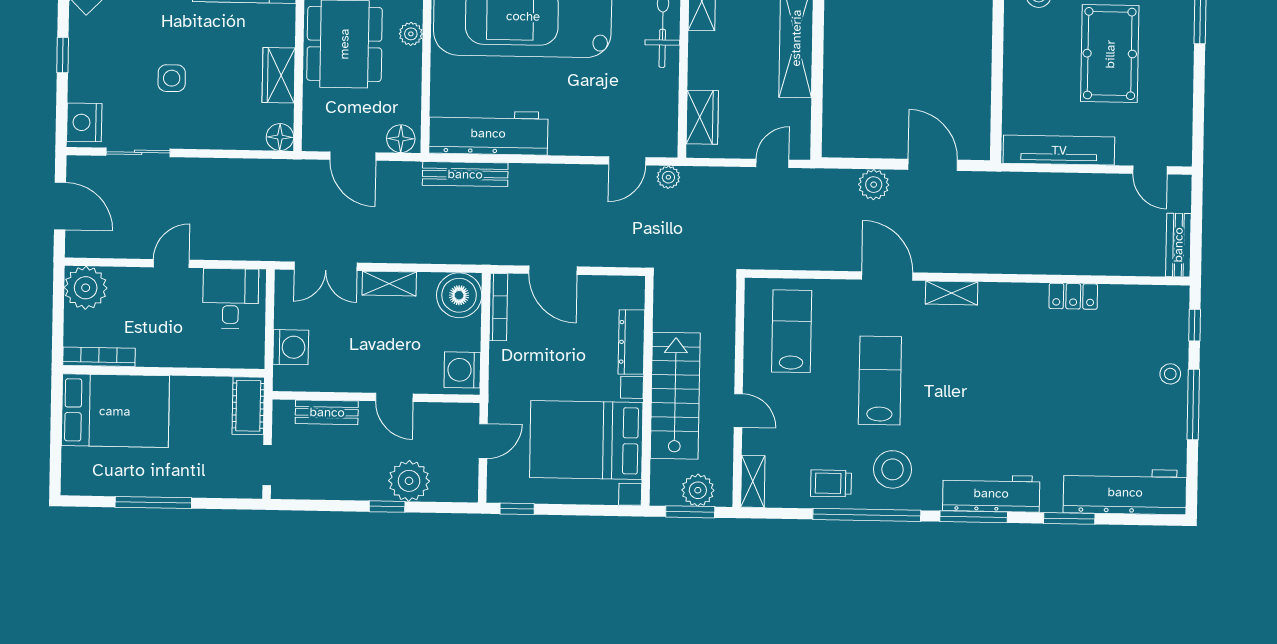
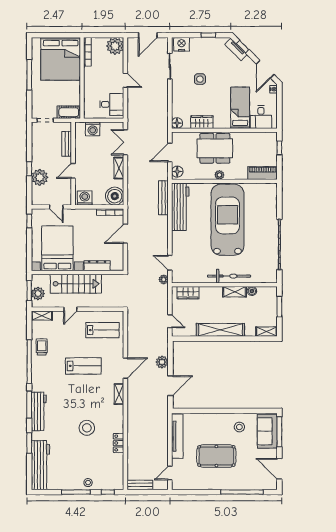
bed: (115, 411) -> (61, 59), width x1.36
stool: (893, 469) -> (87, 428), moved

